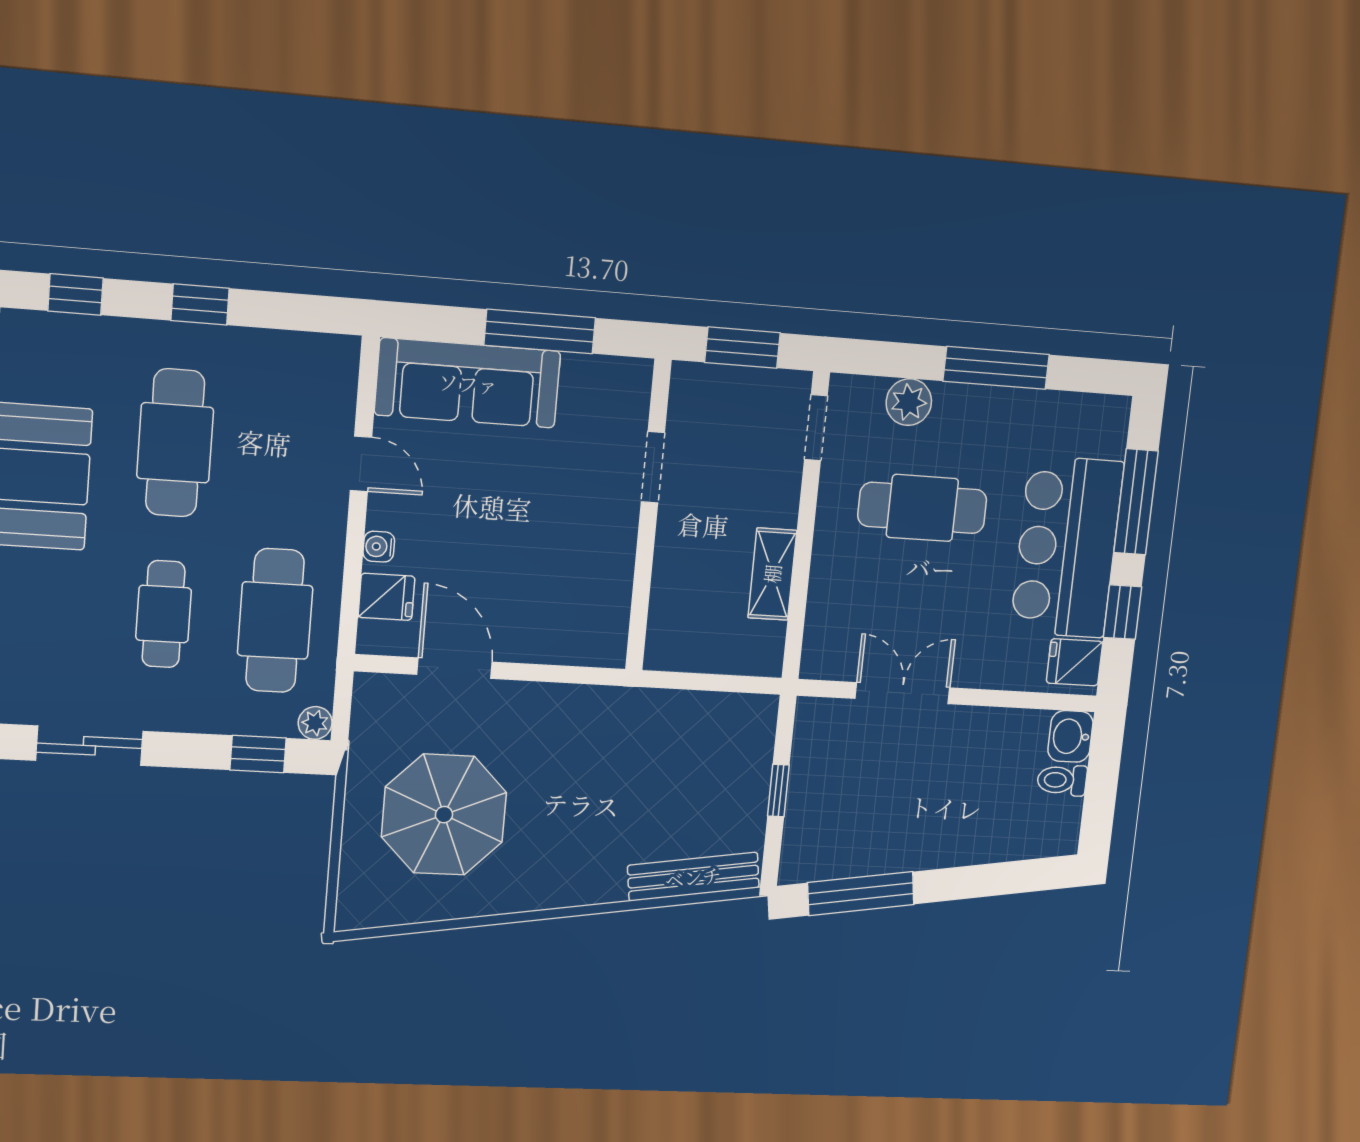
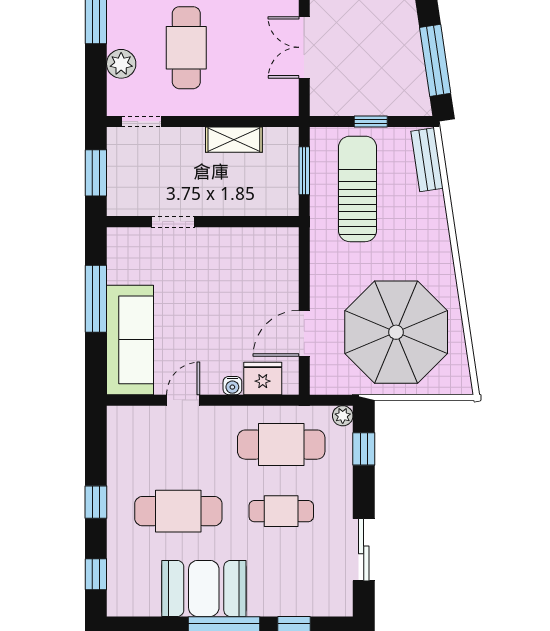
fridge: (386, 597) -> (263, 378), width x1.38
window: (713, 683) -> (304, 171), added
sun lounger: (676, 765) -> (358, 189), added
parasol: (444, 815) -> (396, 332), width x1.36, depth x1.36
bench: (693, 877) -> (427, 160), width x0.73

